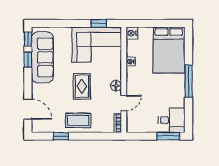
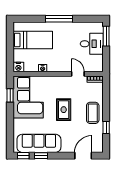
bed: (169, 50) -> (33, 40), width x0.67
rug: (82, 86) -> (64, 110), turned 90
floor lamp: (116, 86) -> (63, 81), removed
desk: (172, 120) -> (92, 44), moved, turned 90

